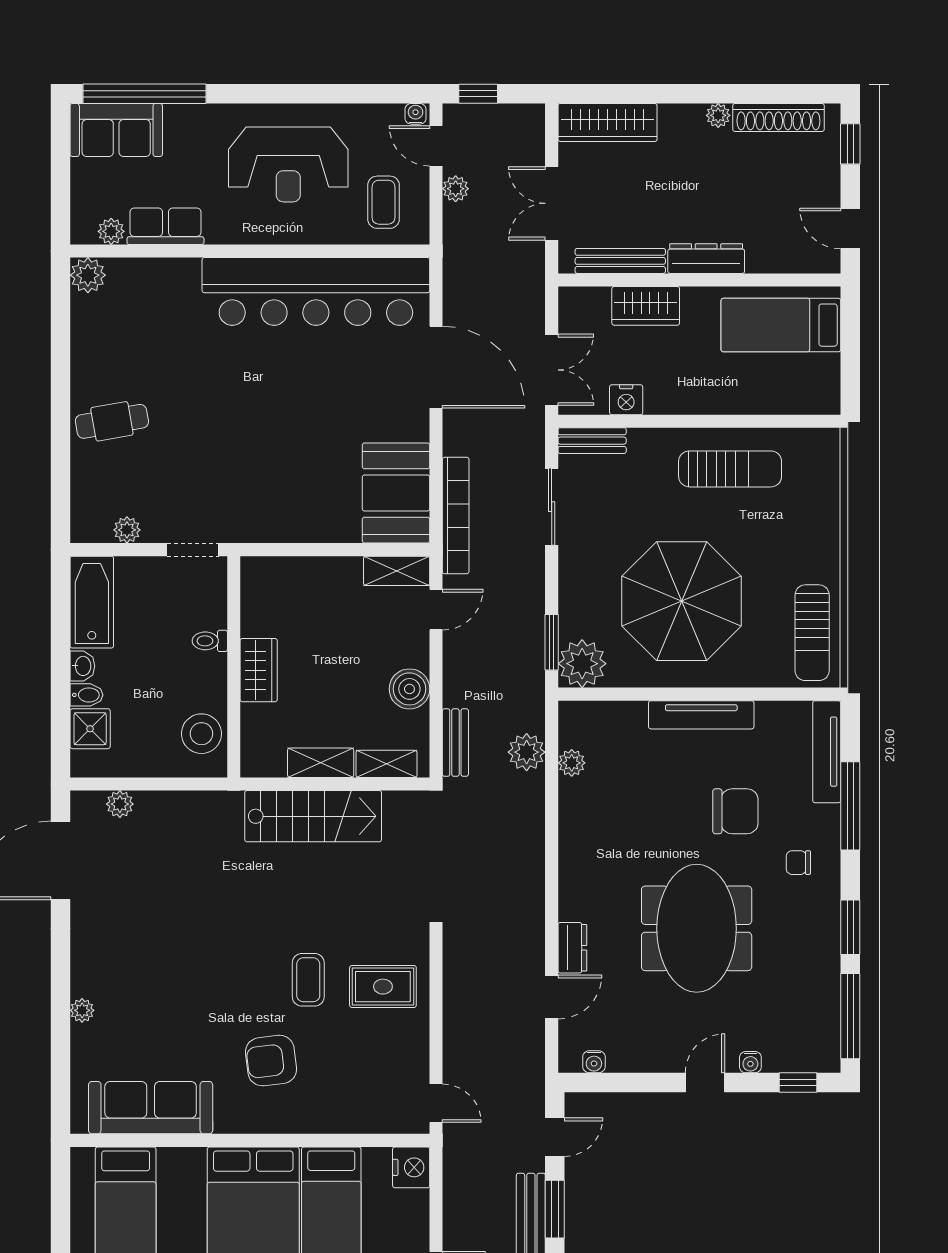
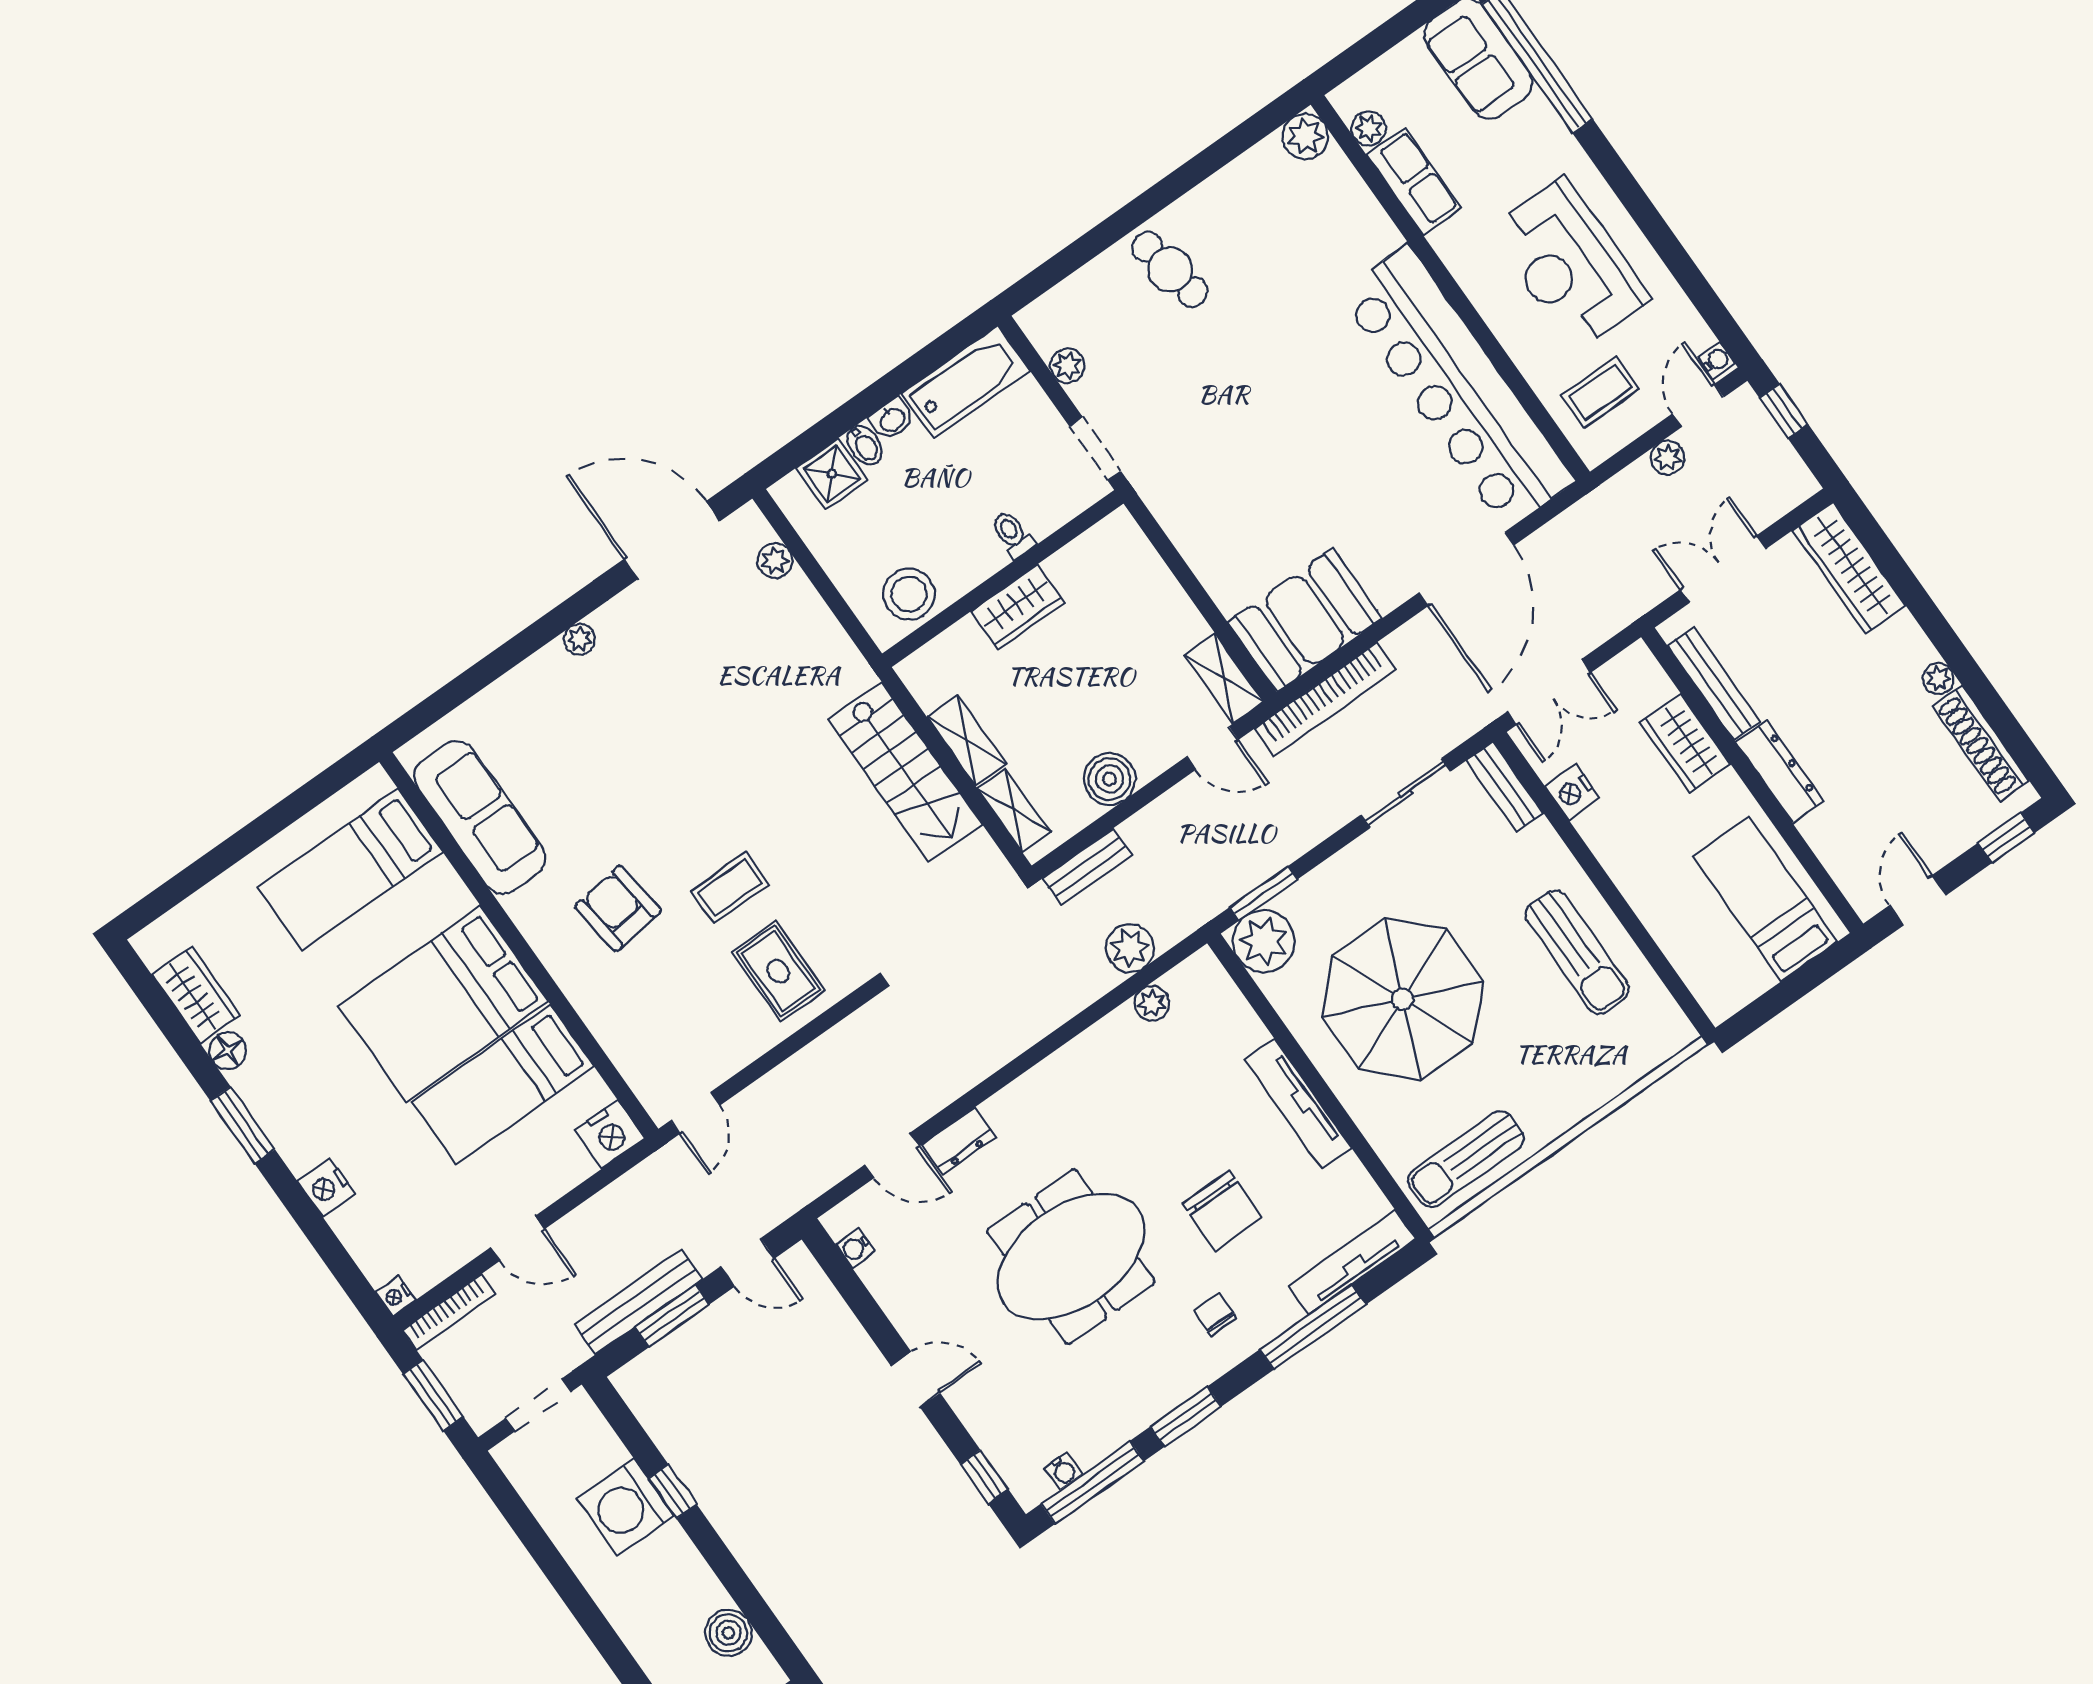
plant: (82, 1010) -> (580, 639), moved
water cooler: (750, 1062) -> (1063, 1471), moved, turned -90

